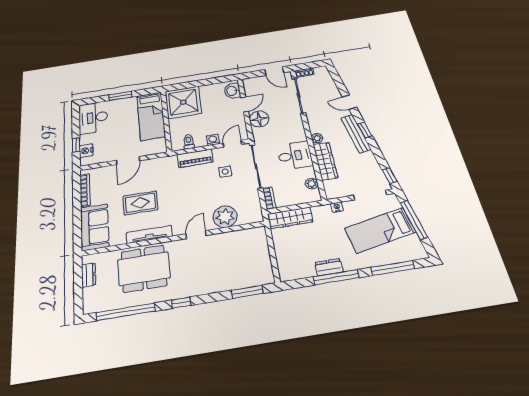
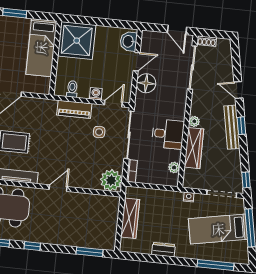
plant: (225, 217) -> (111, 180), moved
wardrobe: (290, 218) -> (130, 218), moved, turned -90
window: (336, 277) -> (167, 260), removed

